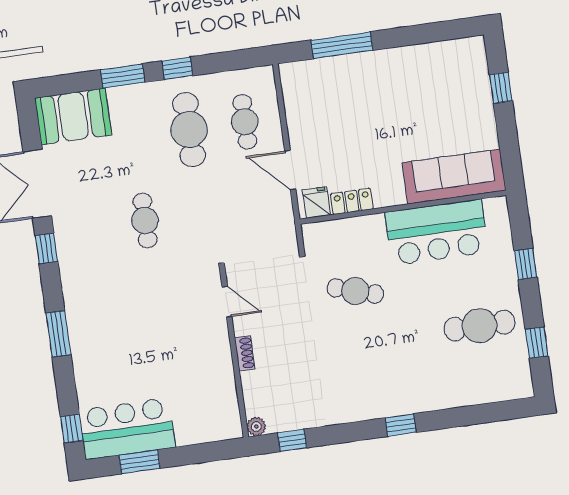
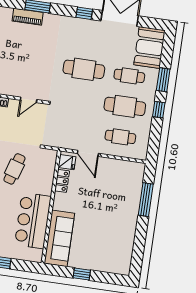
window: (501, 88) -> (82, 274), moved
cafe table: (133, 137) -> (129, 76), added
door: (290, 170) -> (88, 153), swing flipped
cafe table: (145, 220) -> (84, 69), width x1.37, depth x1.35
piano: (82, 346) -> (28, 17), added

